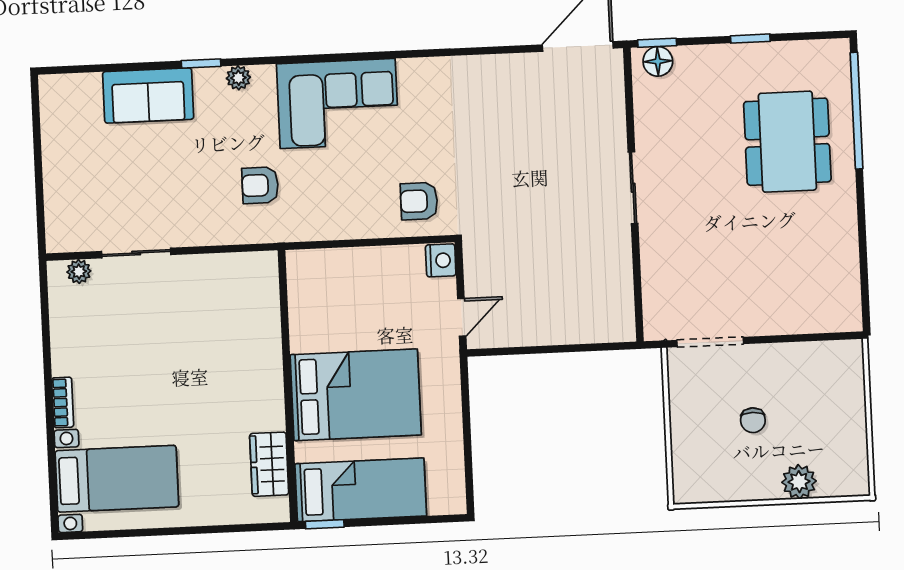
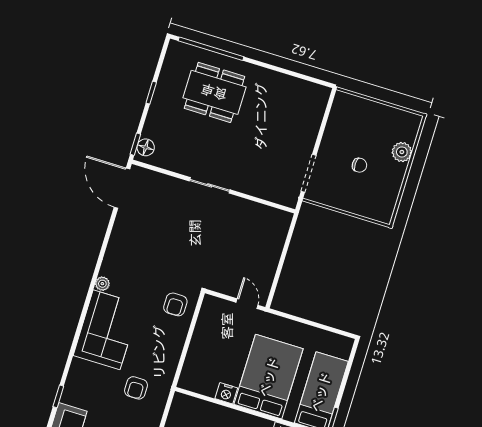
plant: (238, 78) -> (102, 284), moved
nightstand: (441, 260) -> (226, 393), moved, turned 180

